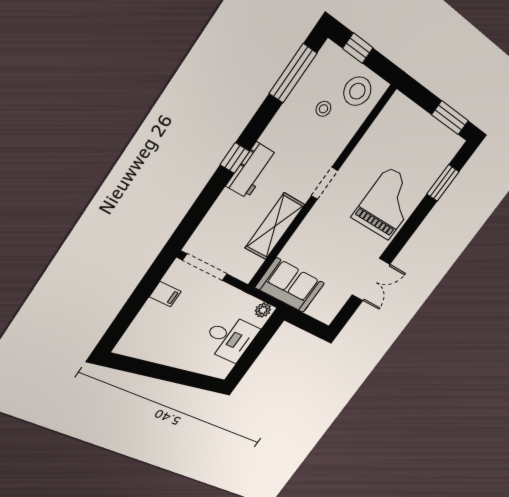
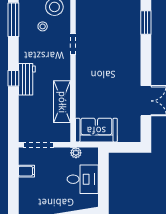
doorway: (325, 183) -> (73, 44), moved
grand piano: (388, 204) -> (121, 53), removed
plant: (263, 310) -> (76, 153), moved

